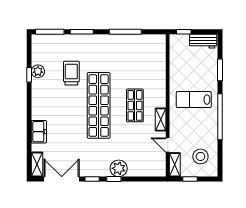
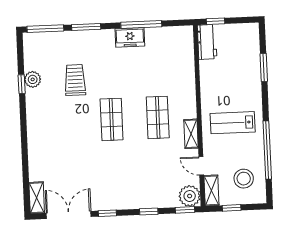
workbench: (203, 41) -> (207, 42), moved, turned -90
lab bench: (194, 100) -> (233, 123), moved
shop shelf: (99, 105) -> (112, 119), width x0.50, depth x0.74
window: (220, 117) -> (267, 150), moved
freezer: (39, 132) -> (130, 37), moved, turned 90
plant: (119, 168) -> (190, 196), moved
window: (114, 179) -> (149, 211), moved
window: (153, 179) -> (185, 210), added

